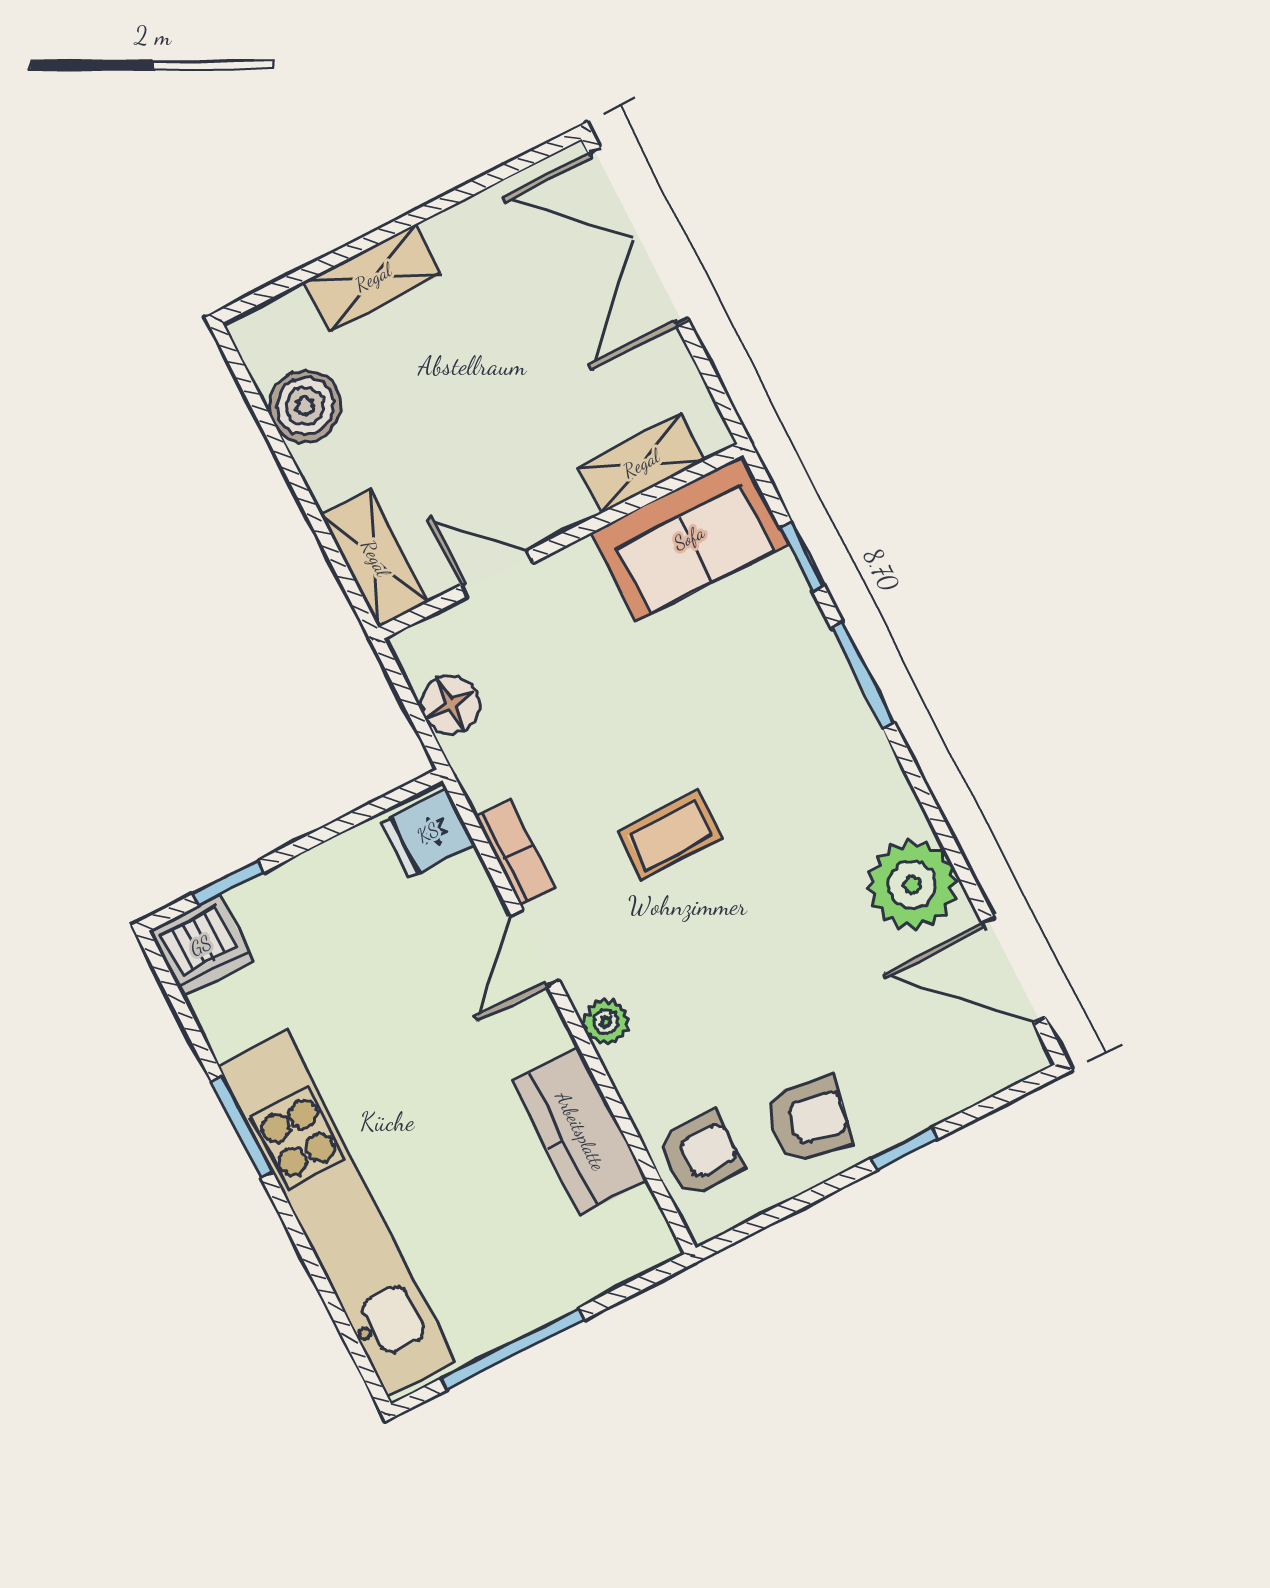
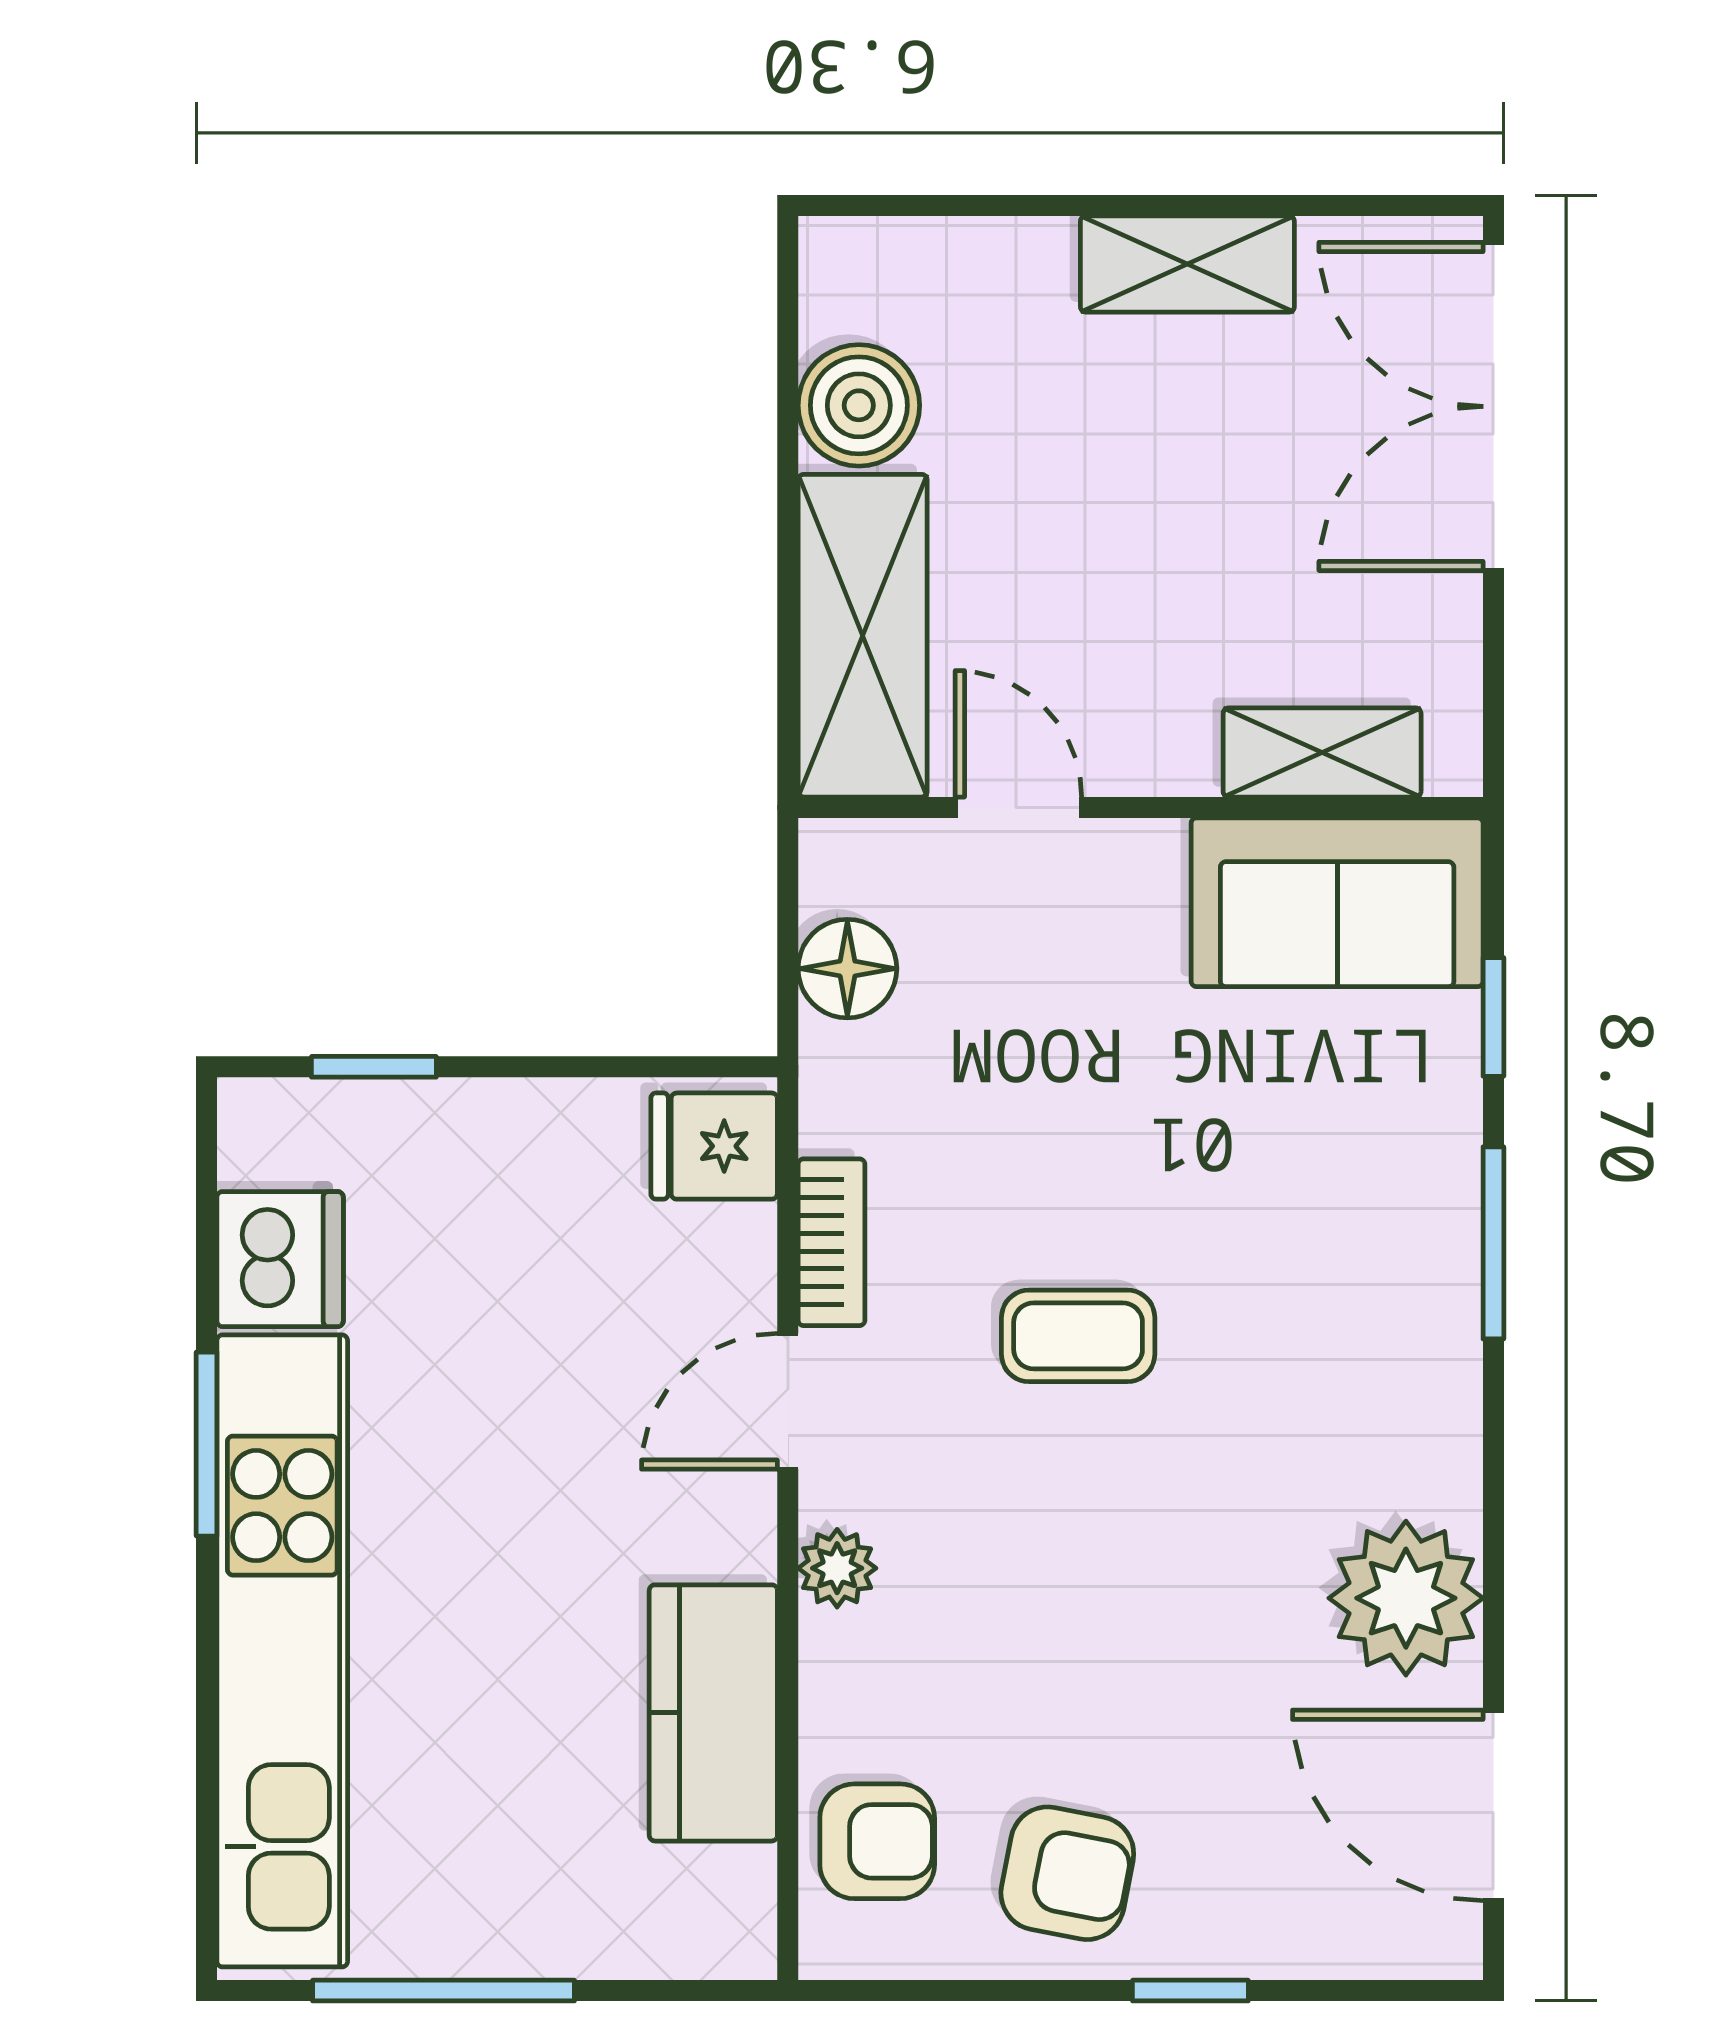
shelving: (373, 278) -> (1187, 264), moved
shelving: (375, 558) -> (863, 636), width x1.50, depth x1.33
dishwasher: (201, 946) -> (280, 1259), moved, turned -90

